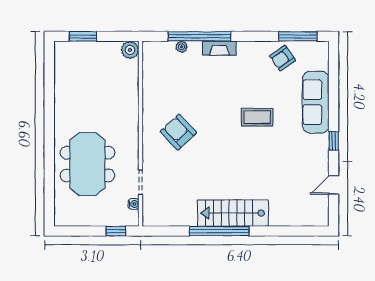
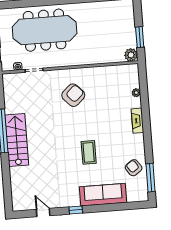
window: (83, 36) -> (140, 37), moved
window: (199, 36) -> (145, 105), removed
meeting table: (87, 164) -> (45, 30), width x1.36

